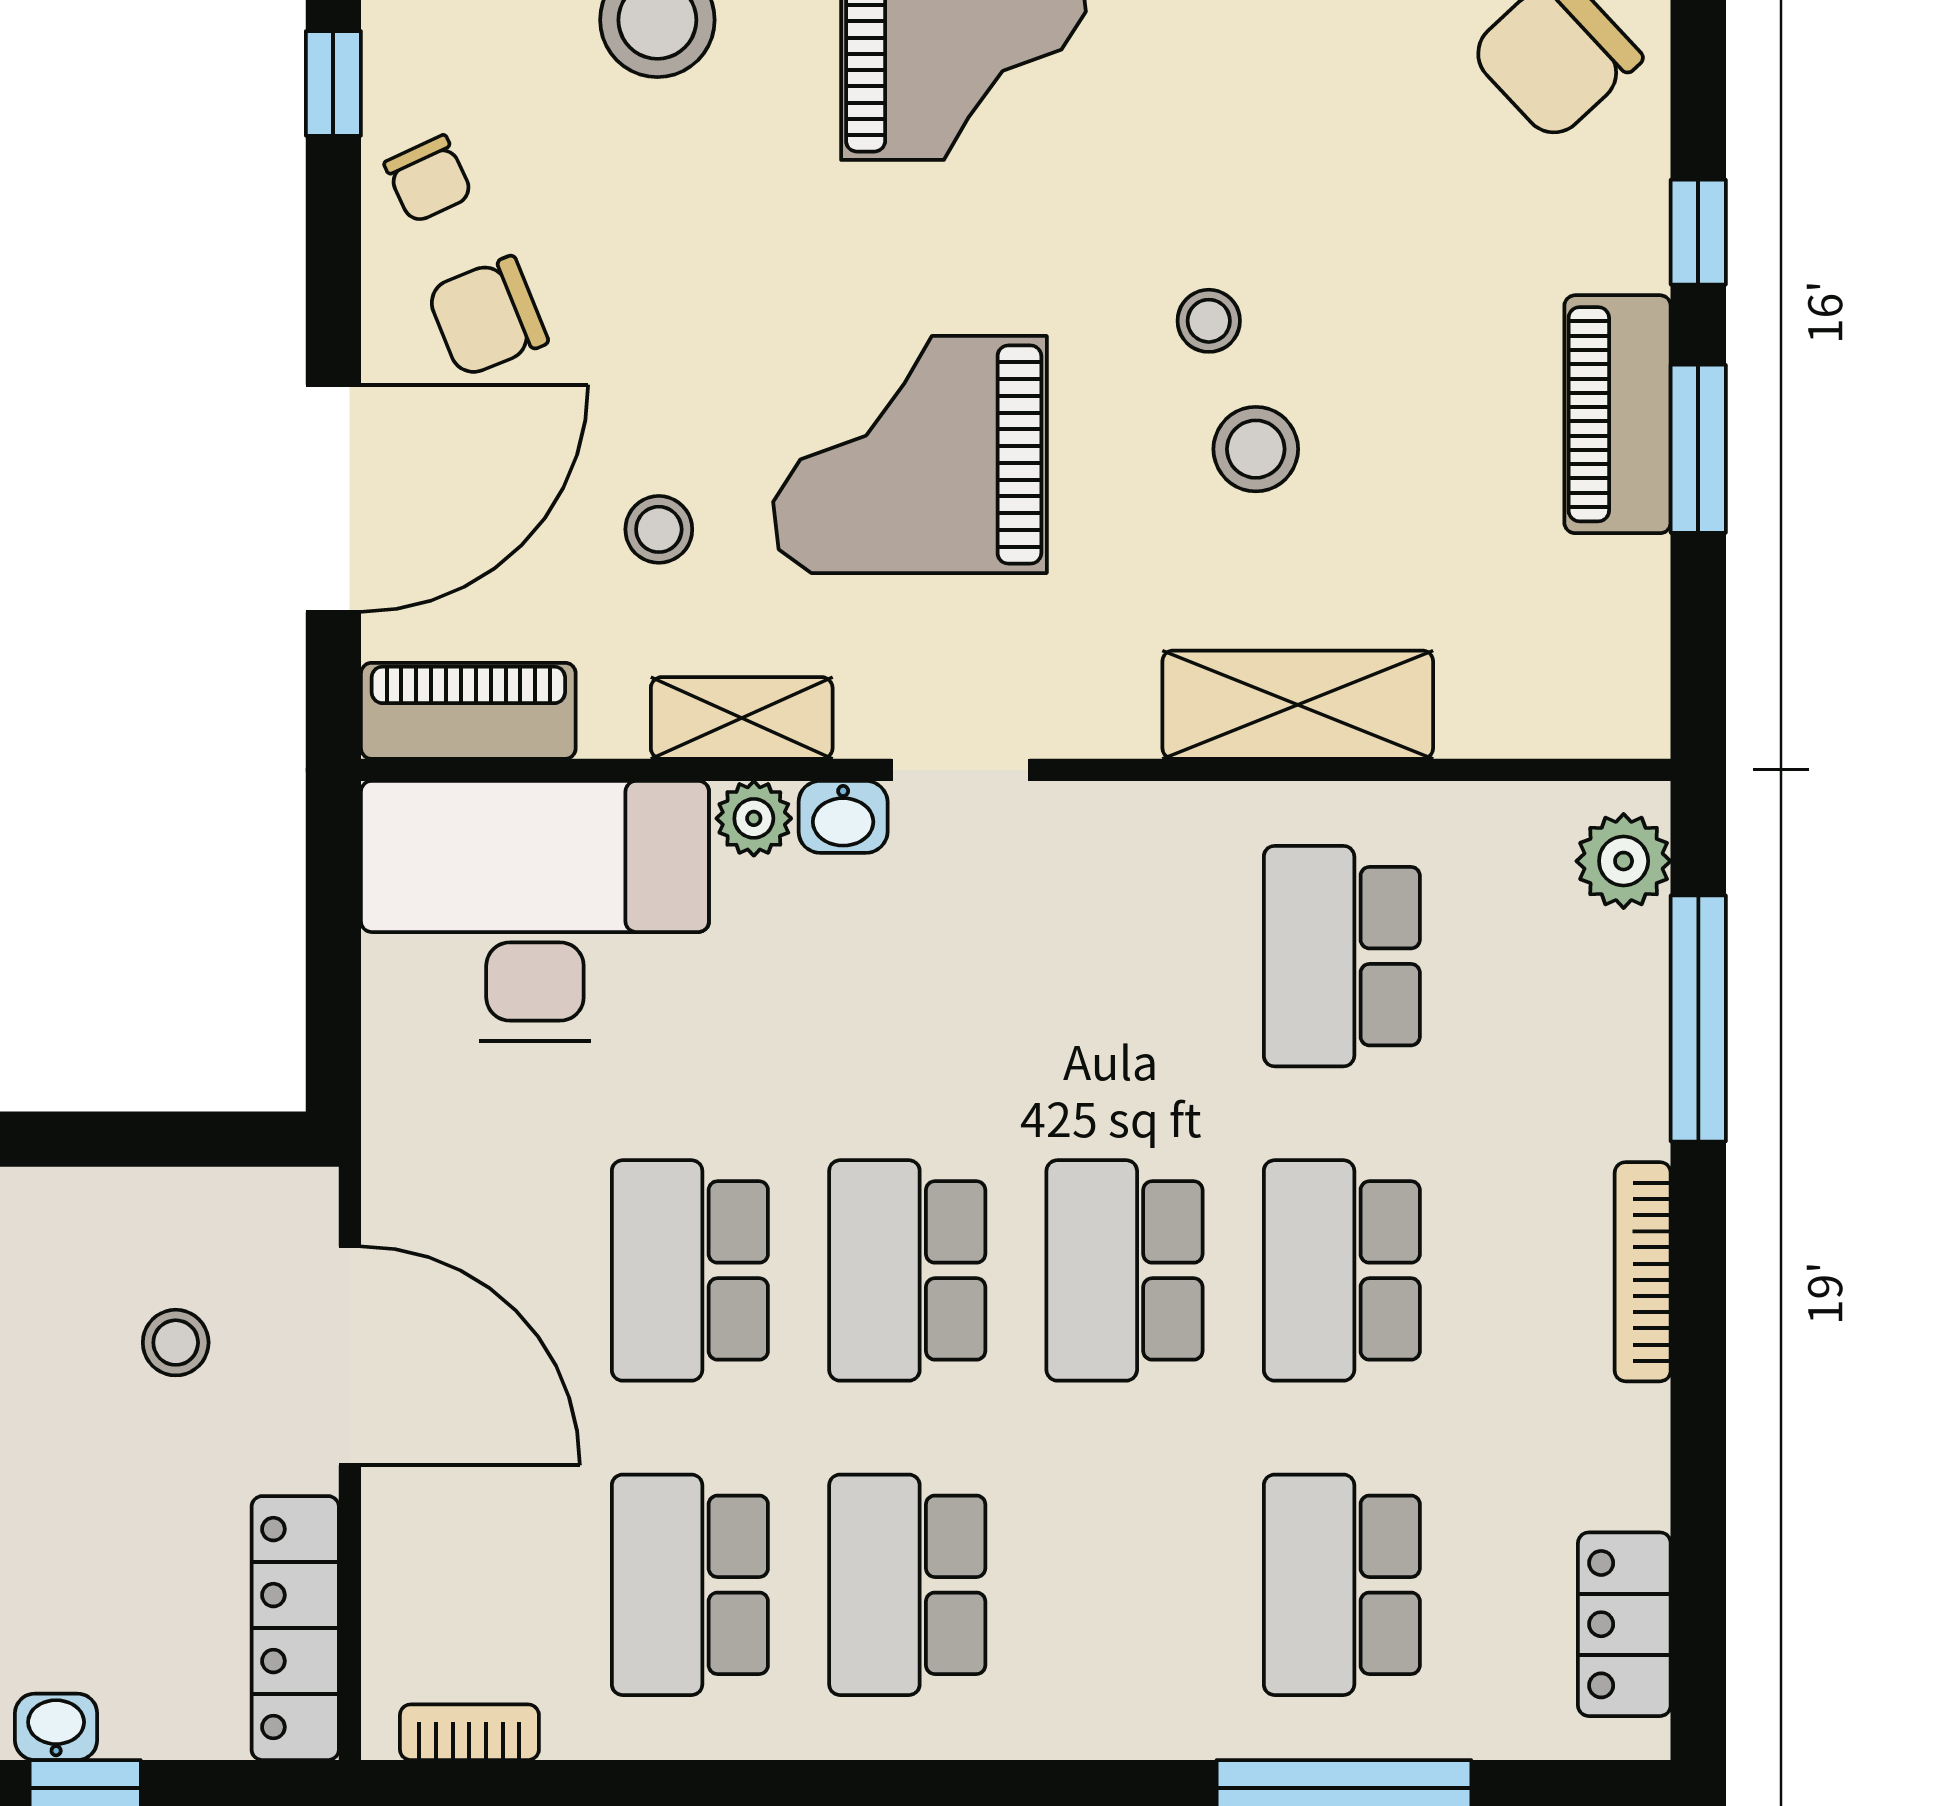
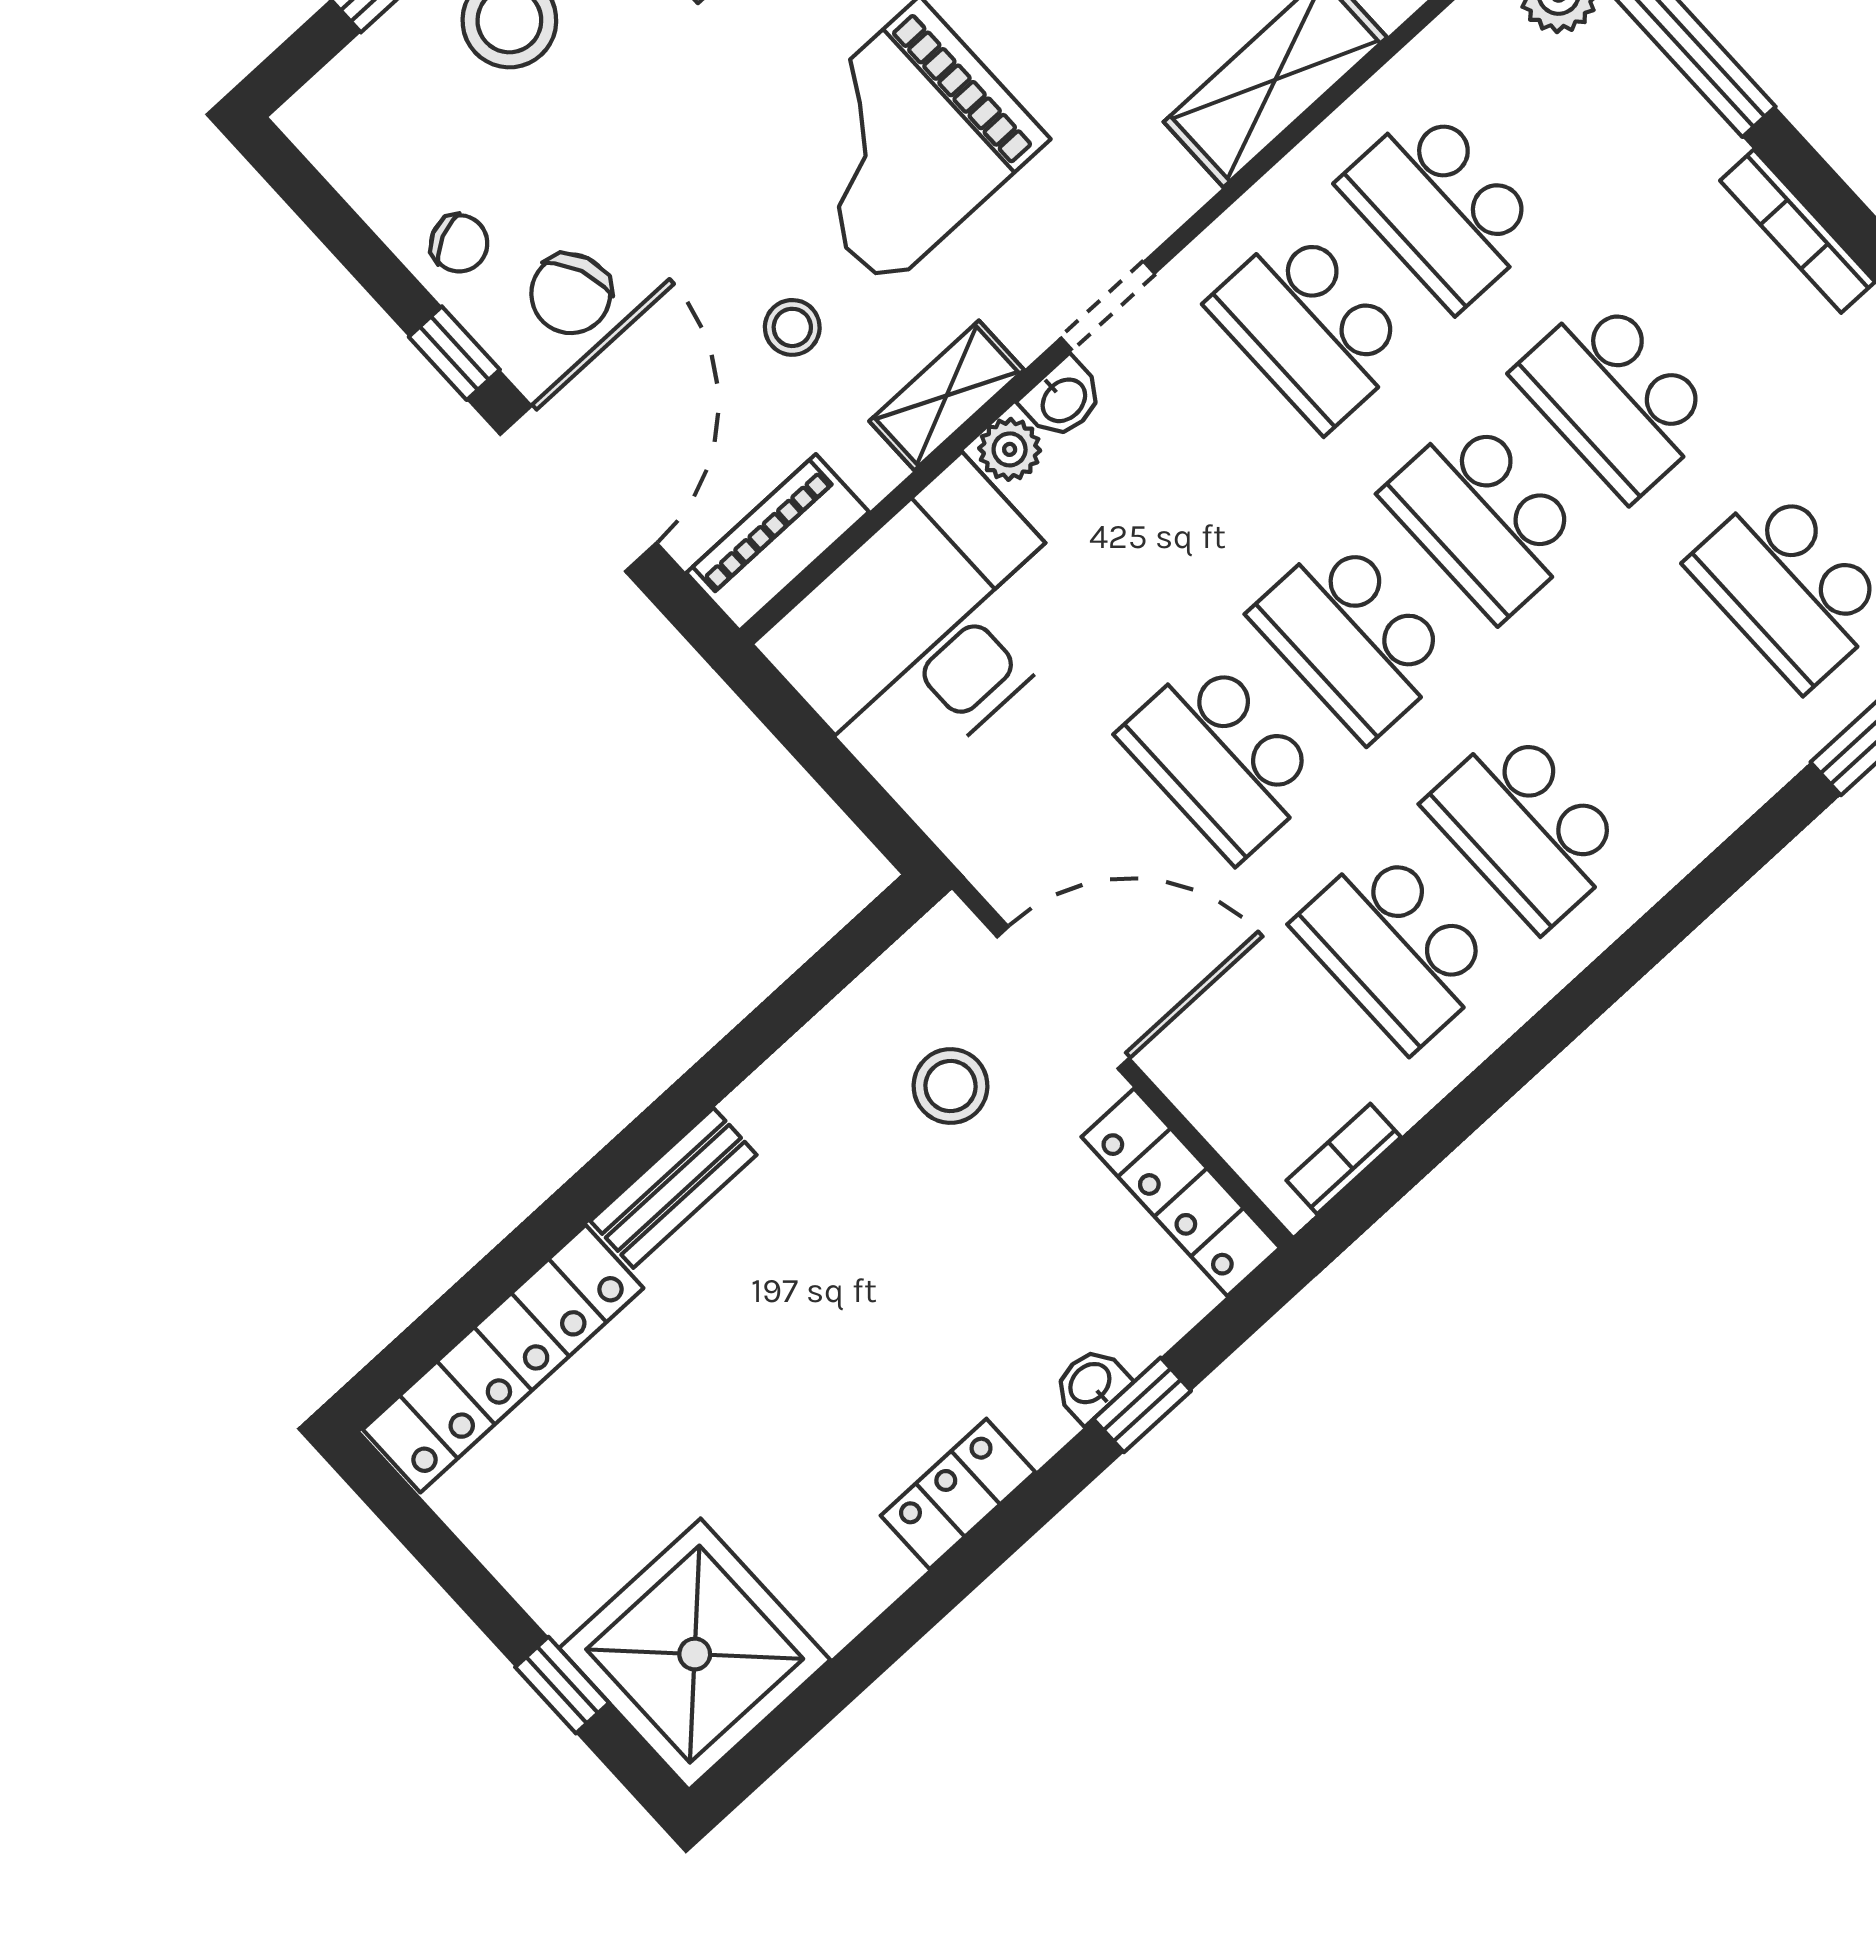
window: (333, 83) -> (454, 353), moved
school desk: (1125, 956) -> (1310, 327), added
stool: (176, 1343) -> (951, 1086), width x1.37, depth x1.37

